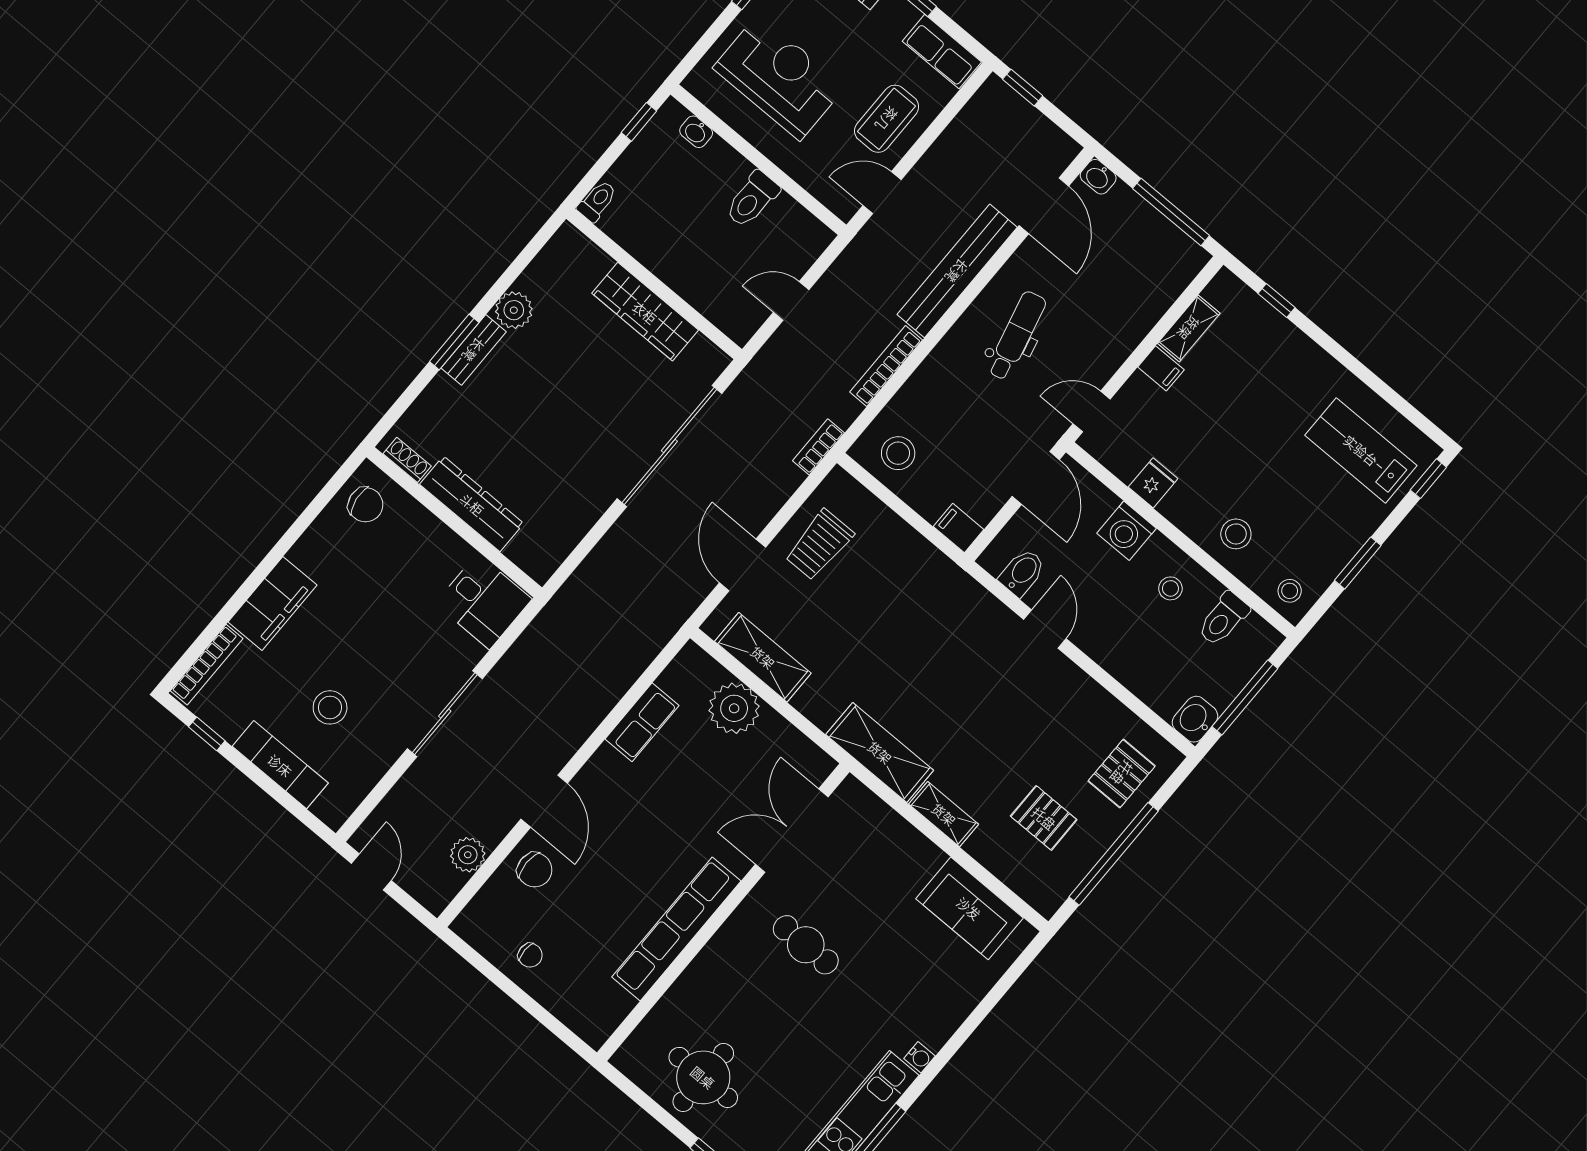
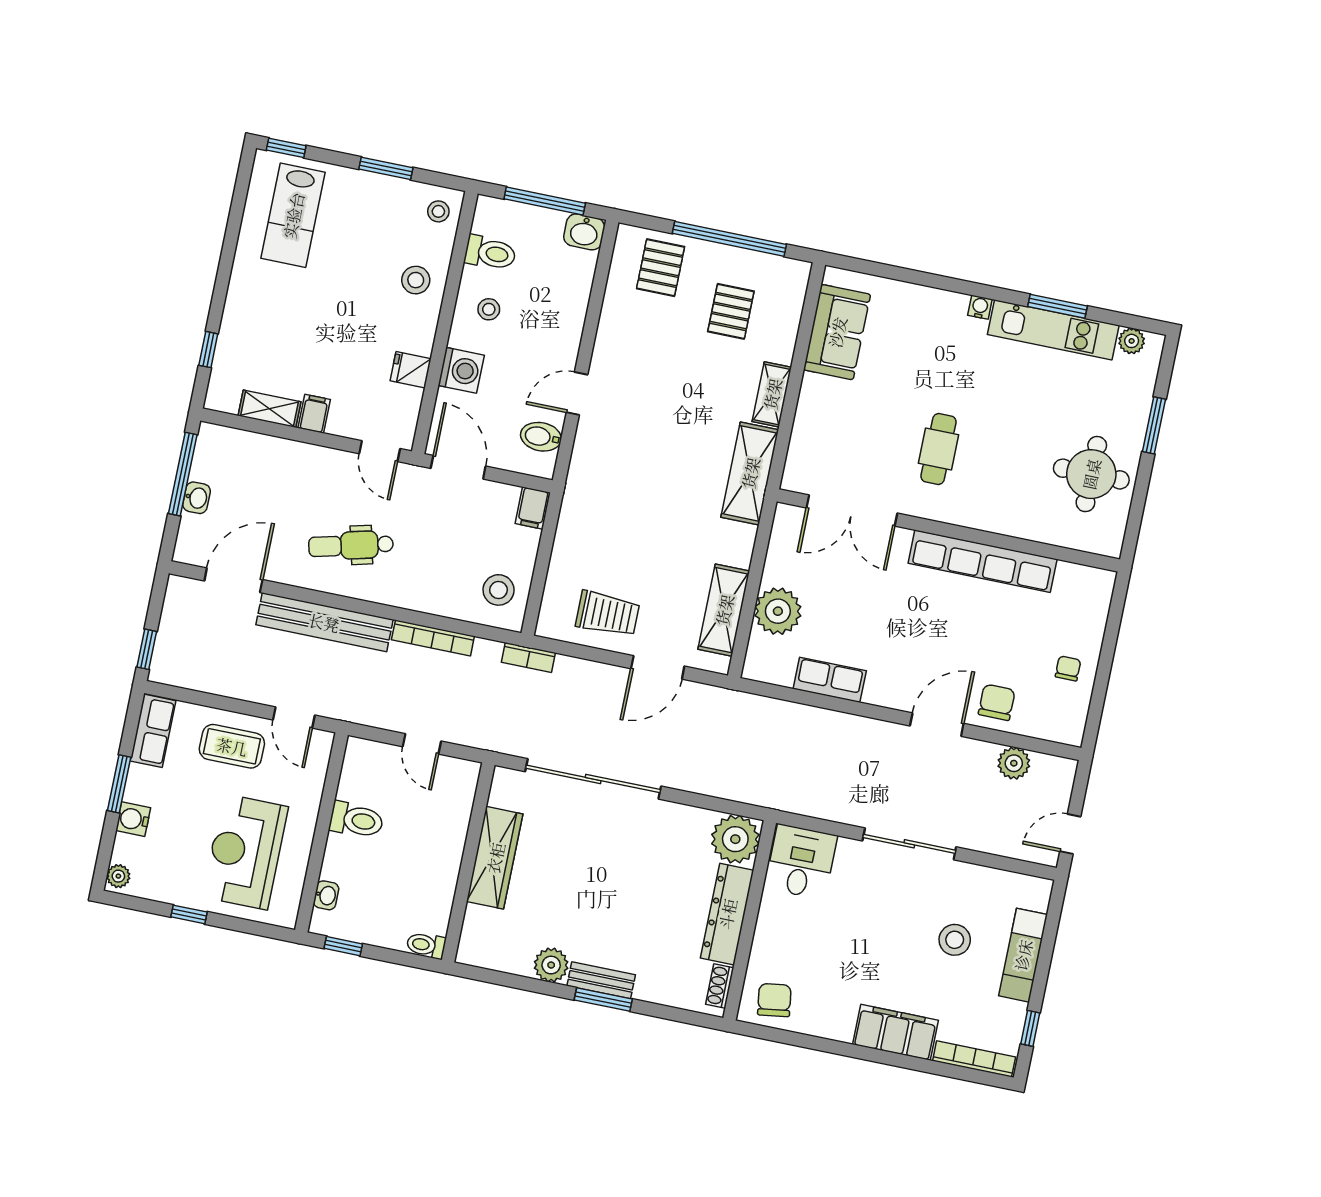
washbasin: (1098, 177) -> (197, 498), moved
door: (1036, 478) -> (458, 467), hinge flipped
plant: (539, 550) -> (735, 839), added
pallet: (1122, 773) -> (661, 268), turned 90

